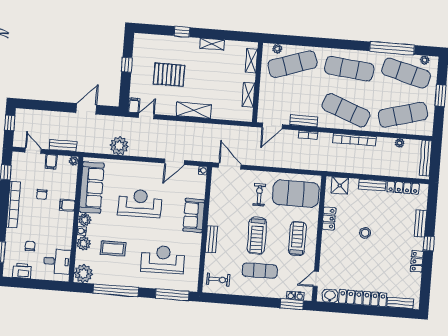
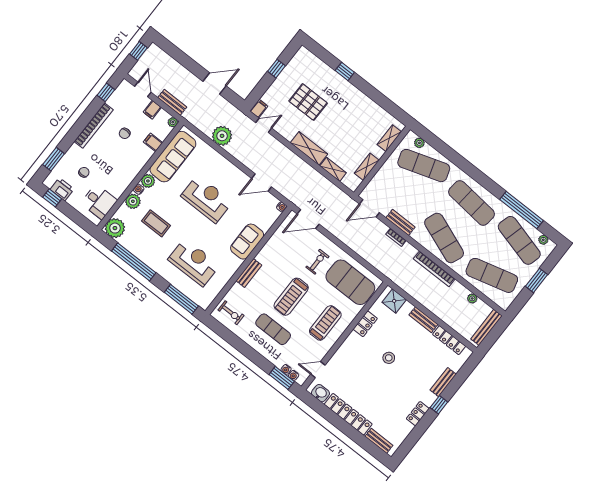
shelving: (212, 44) -> (333, 169), moved
door: (230, 166) -> (308, 219), swing flipped
filing cabinet: (67, 205) -> (153, 142), moved
window: (19, 283) -> (52, 198), added

